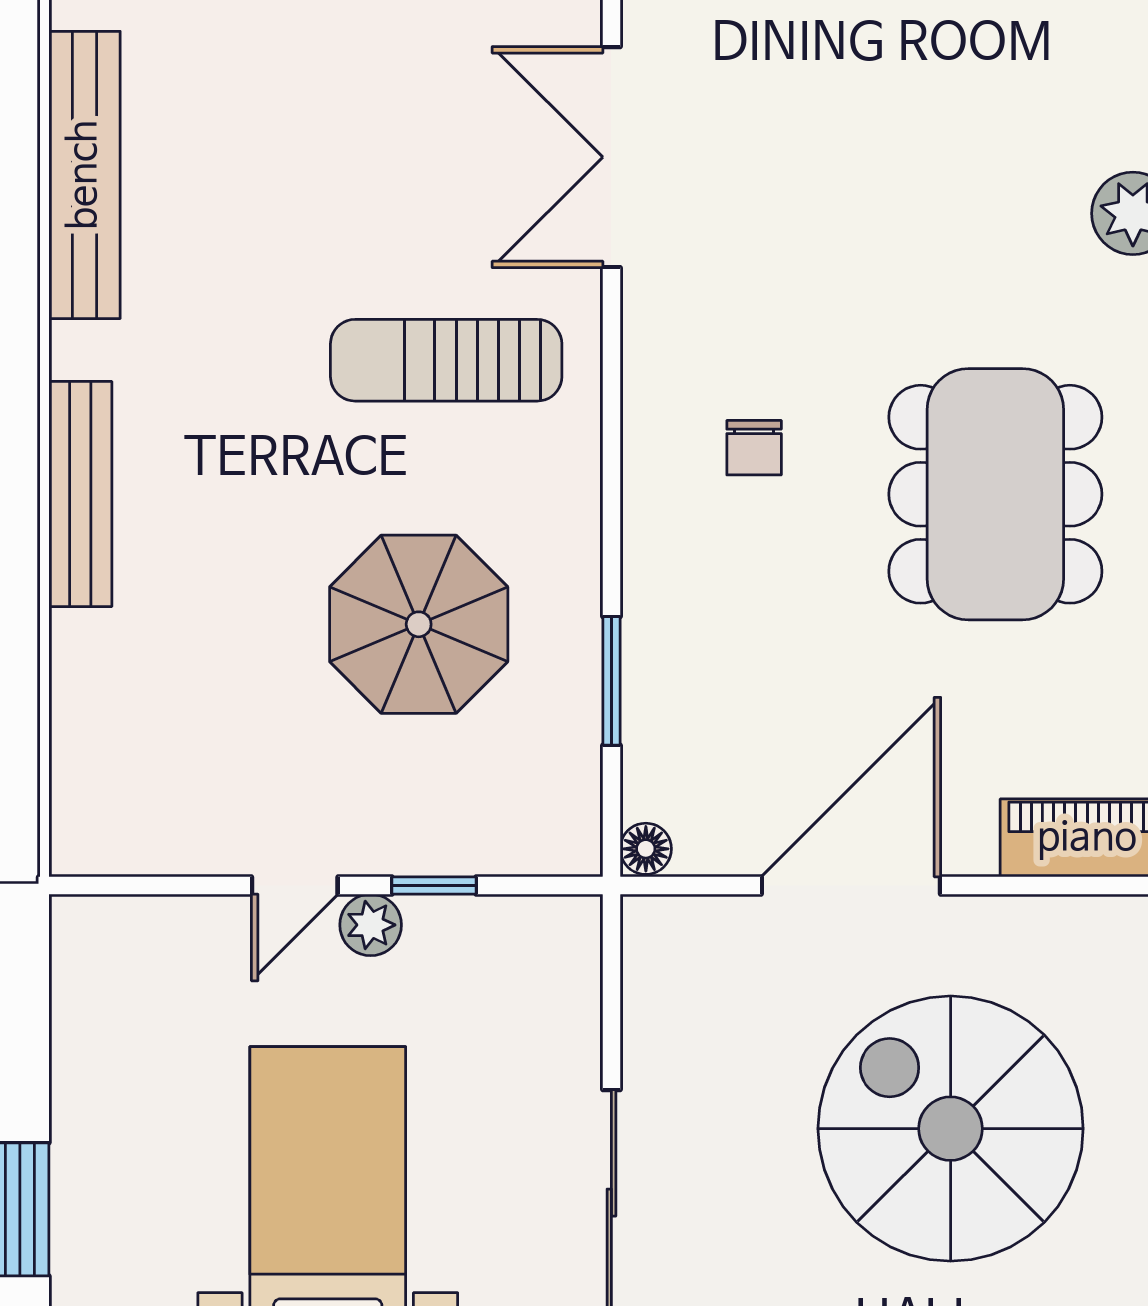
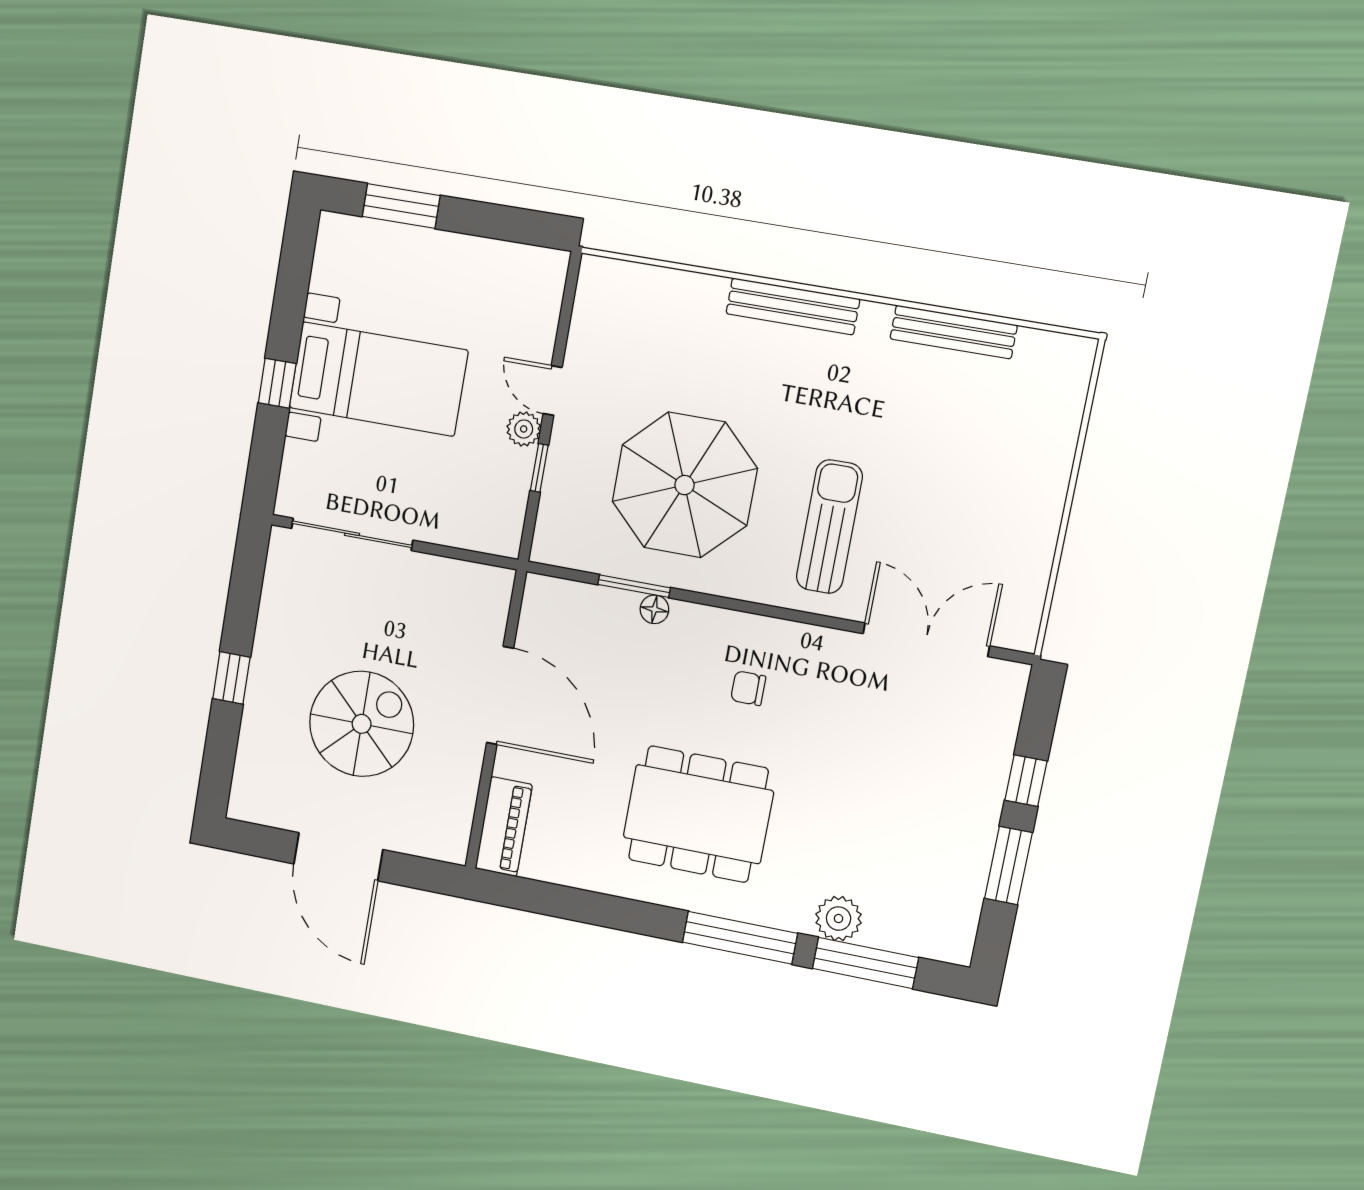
bench: (84, 175) -> (954, 332), width x0.73, depth x0.82
parasol: (419, 624) -> (685, 485), width x1.36, depth x1.36
floor lamp: (646, 849) -> (654, 609), moved
spiral stairs: (951, 1129) -> (362, 724), width x0.73, depth x0.73

